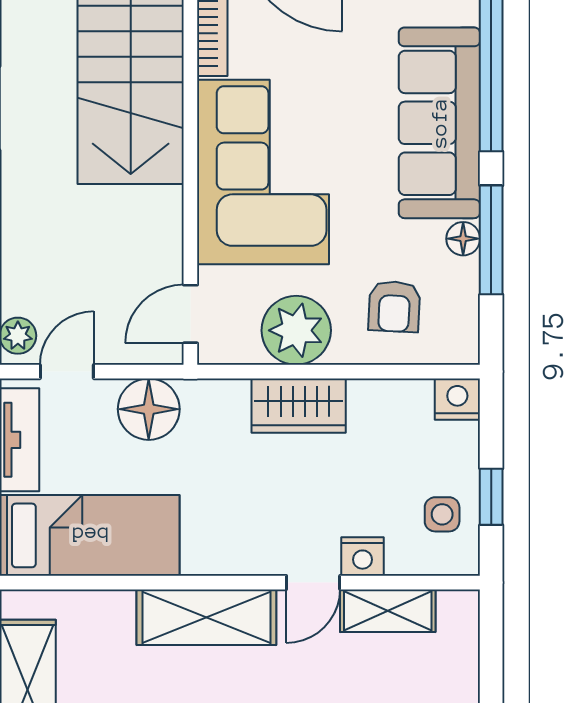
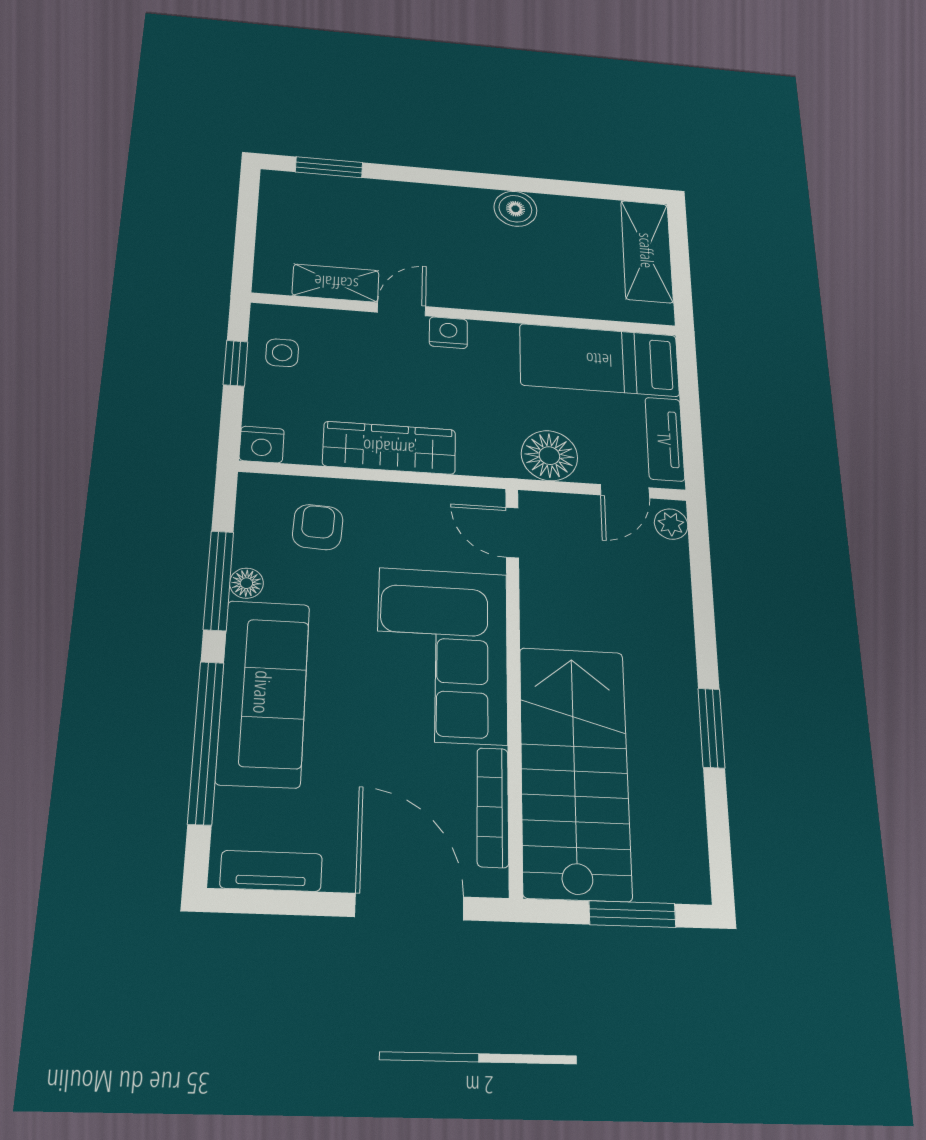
door: (190, 314) -> (512, 533), swing flipped
plant: (296, 330) -> (412, 512), removed
wardrobe: (299, 406) -> (389, 448), width x1.50
nightstand: (363, 556) -> (448, 333), moved
shelving: (206, 617) -> (496, 291), removed

